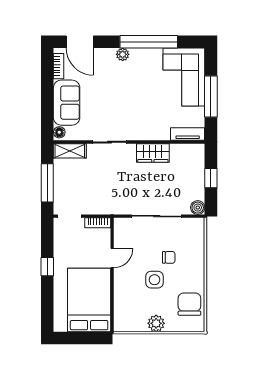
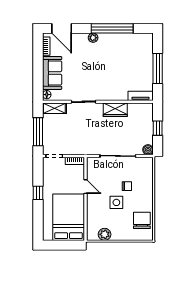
corner sofa: (184, 77) -> (138, 54), removed
door: (112, 258) -> (85, 187), hinge flipped
plant: (156, 323) -> (105, 234), moved

